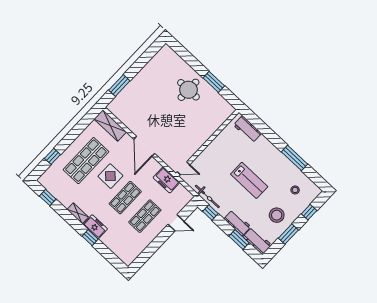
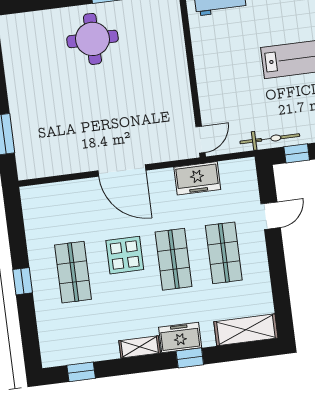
shelving: (110, 126) -> (246, 330), moved
window: (52, 156) -> (23, 281), moved
shop shelf: (86, 161) -> (73, 272), width x0.70, depth x0.74

